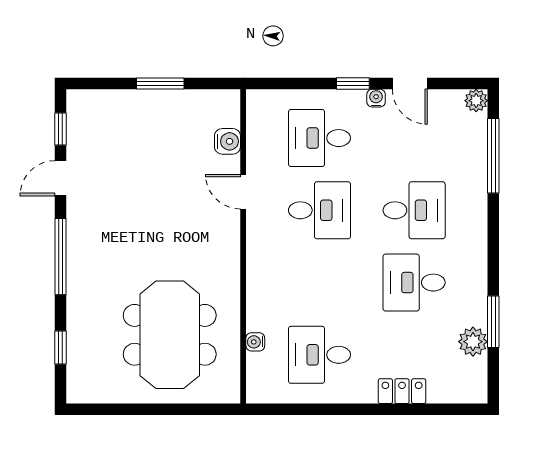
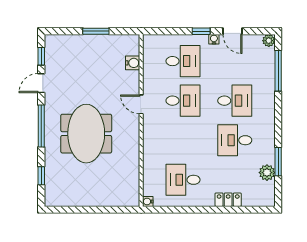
desk: (319, 138) -> (183, 61), turned 180
door: (243, 192) -> (141, 104), moved
meeting table: (170, 335) -> (86, 134), moved
water cooler: (255, 342) -> (148, 201), moved

